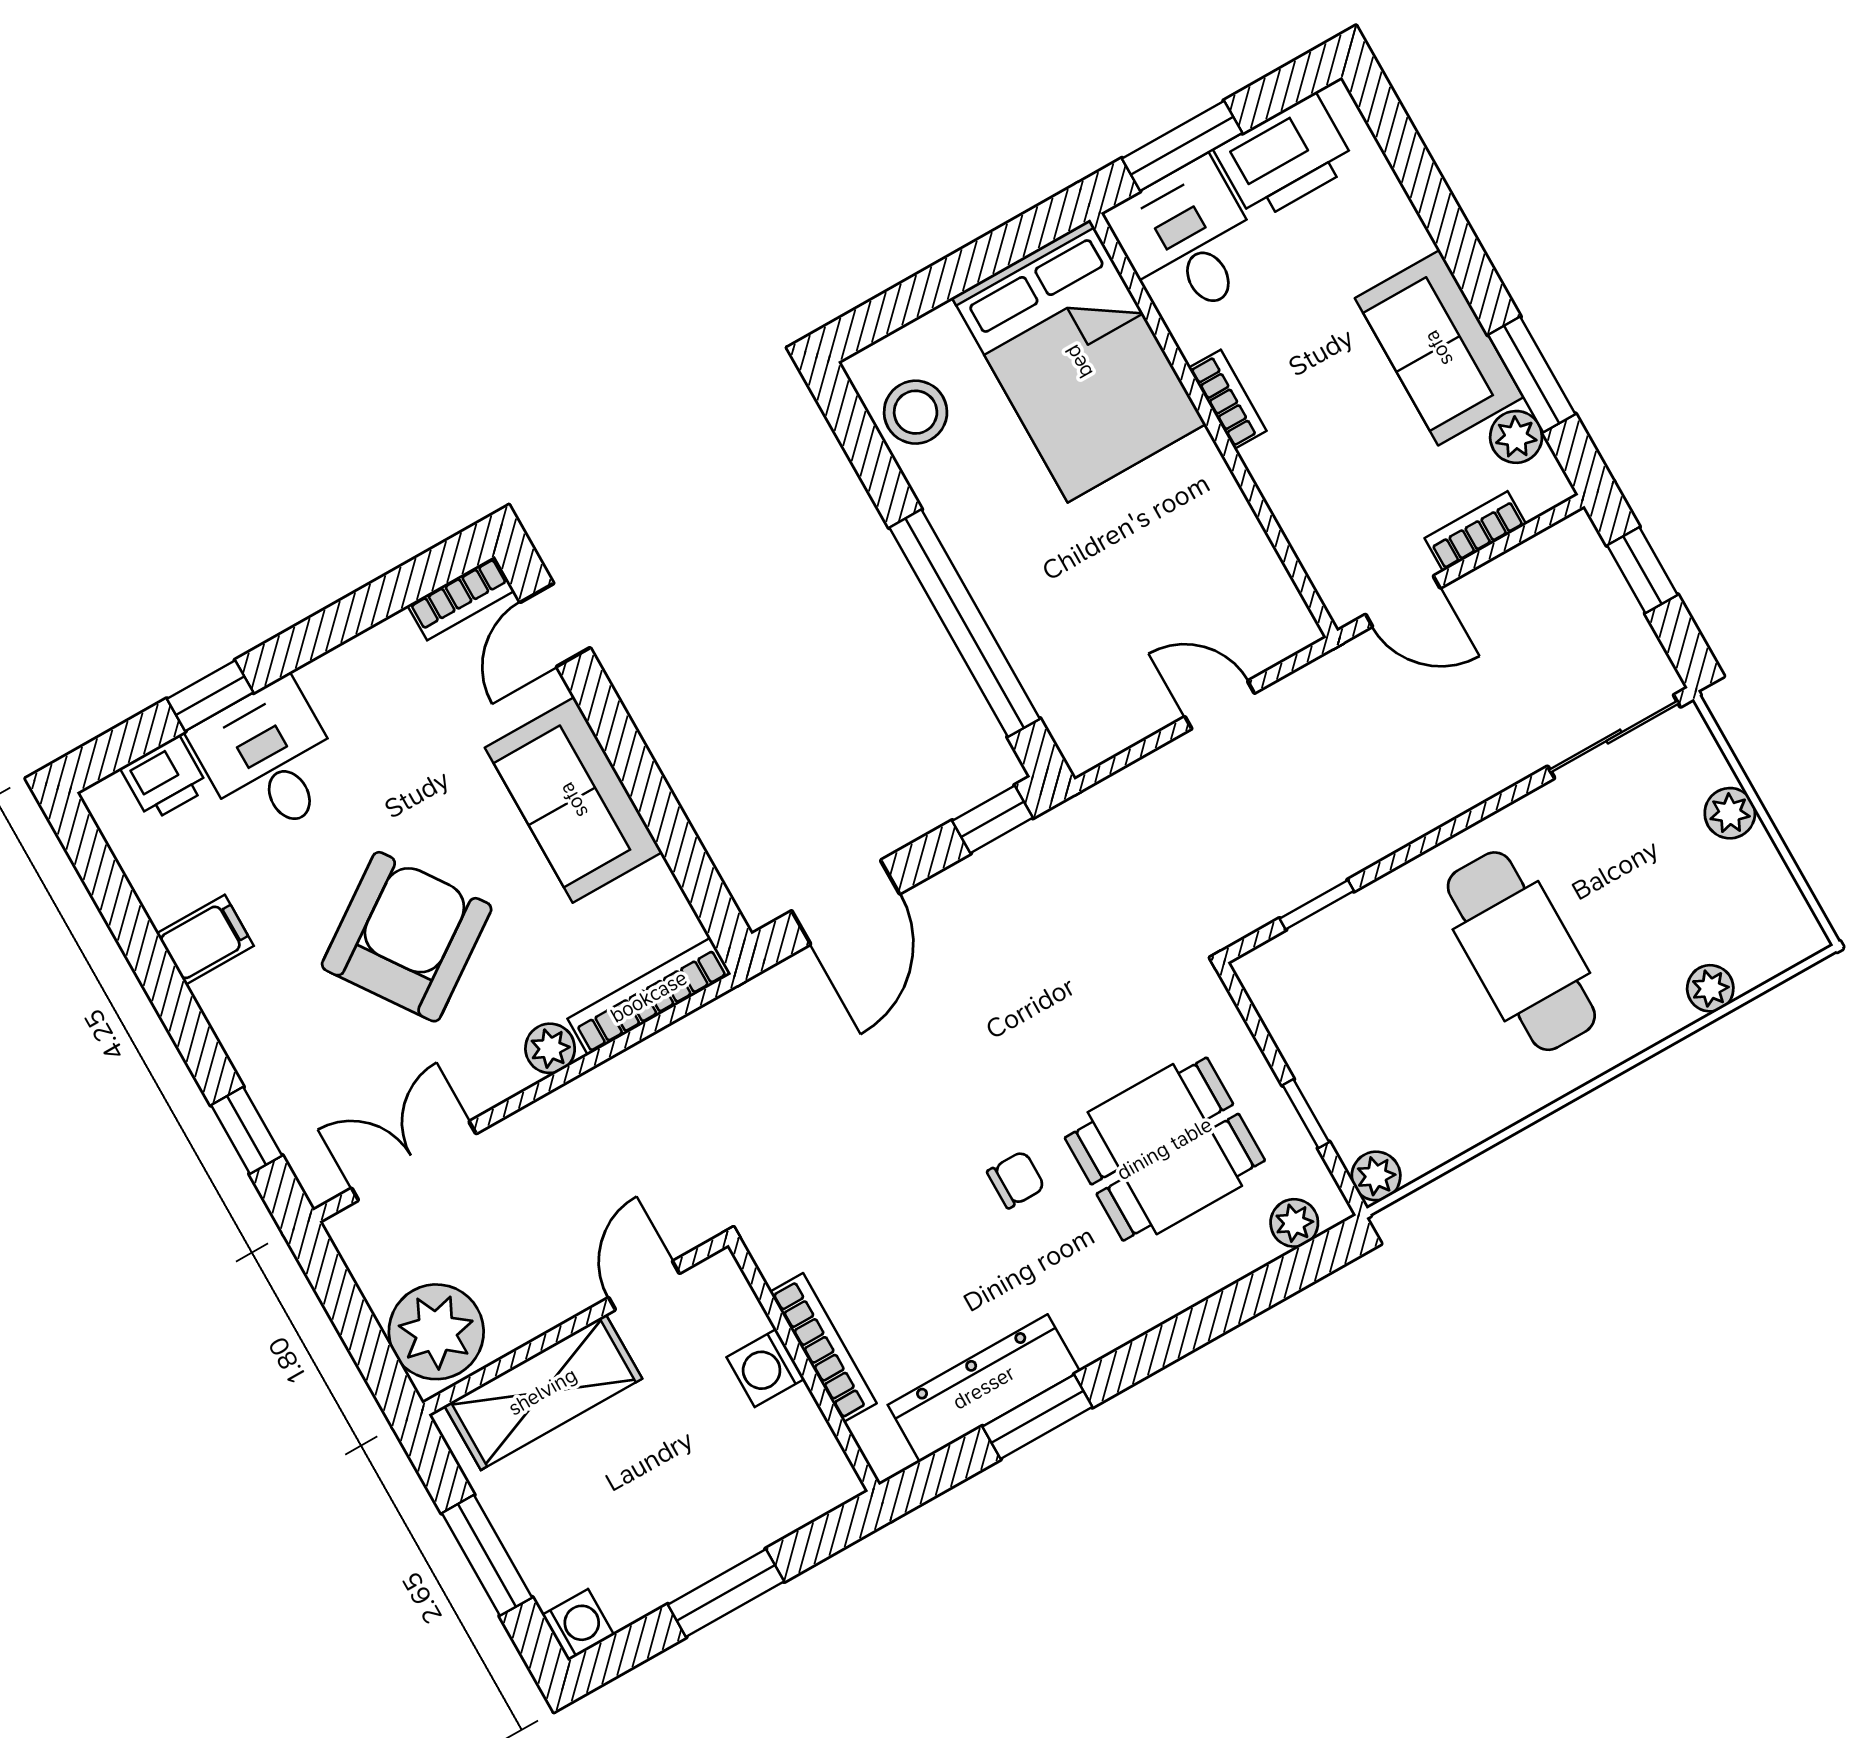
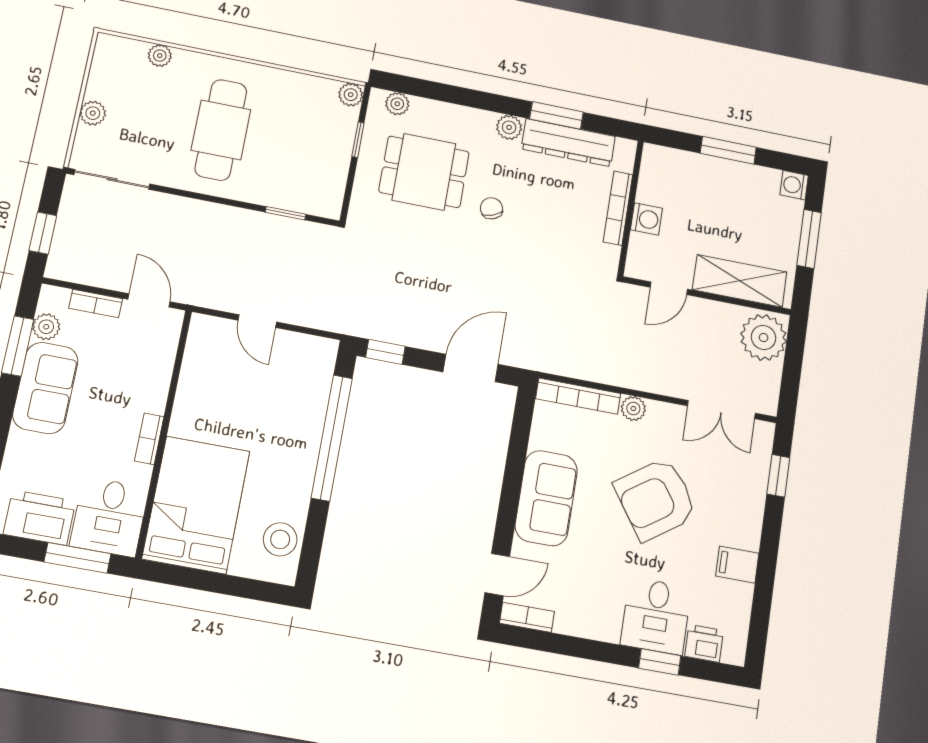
chair: (1016, 1180) -> (491, 208), turned 69
plant: (1094, 1334) -> (509, 127), added

